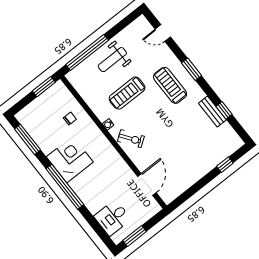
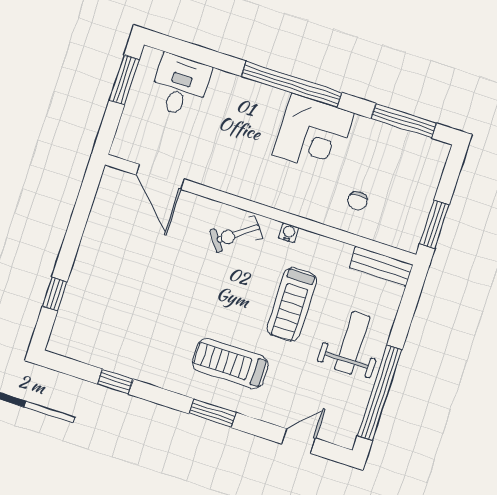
window: (87, 52) -> (380, 393), moved
treadmill: (170, 85) -> (230, 364), turned 180
treadmill: (127, 93) -> (292, 304), turned 180
bench: (212, 112) -> (381, 266), moved

